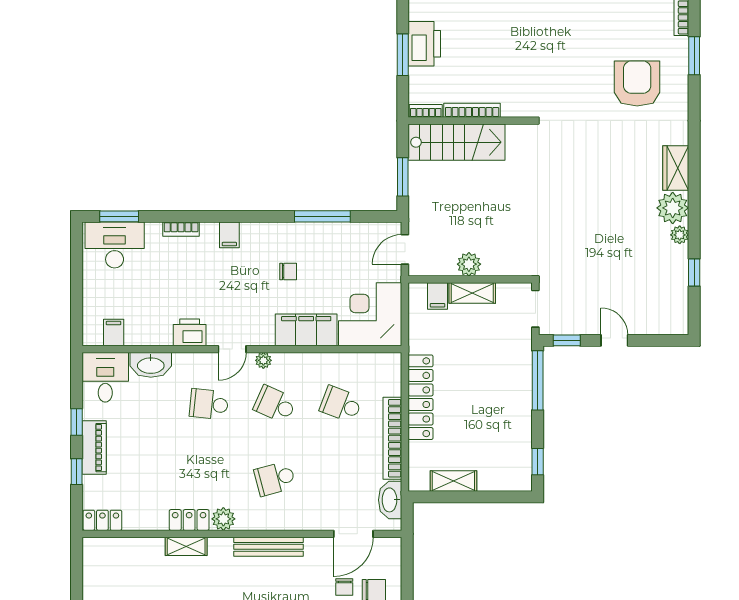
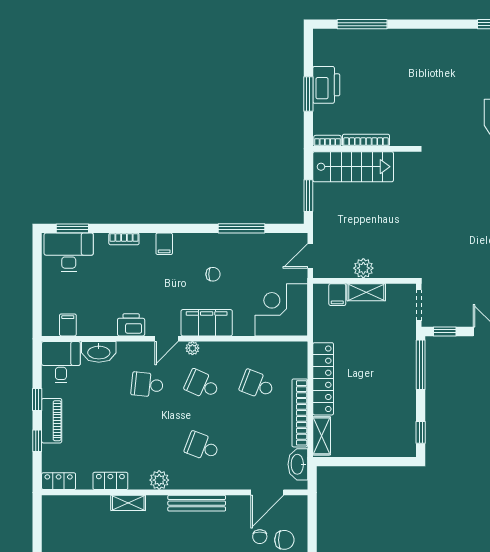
filing cabinet: (306, 330) -> (207, 323), moved
school desk: (275, 479) -> (202, 447), turned 36
shelving: (453, 481) -> (322, 436), moved, turned 90
locker: (189, 520) -> (110, 481), moved

